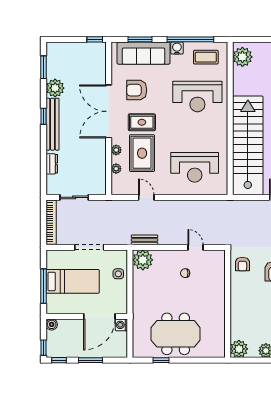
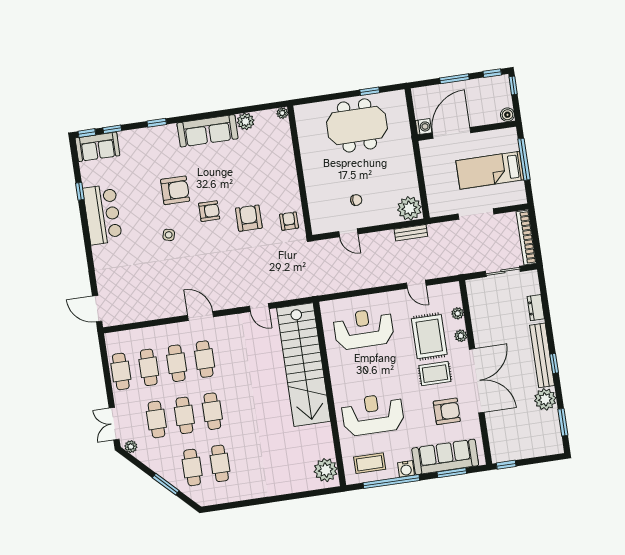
side table: (118, 274) -> (436, 187), removed
plant: (239, 349) -> (282, 113), width x0.53, depth x0.53

